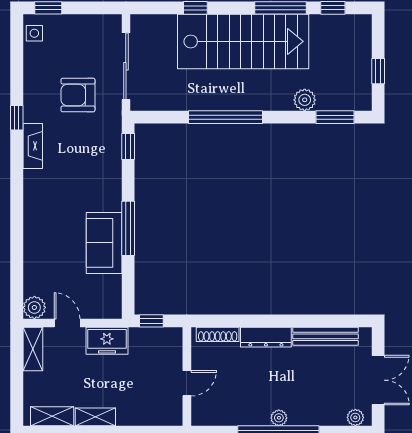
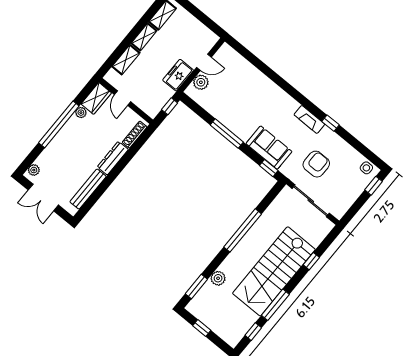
sofa: (104, 243) -> (269, 148), moved
plant: (34, 307) -> (201, 82), moved
shelving: (33, 349) -> (126, 60), moved, turned 90
wardrobe: (212, 414) -> (96, 98), added
plant: (279, 418) -> (81, 113), moved

